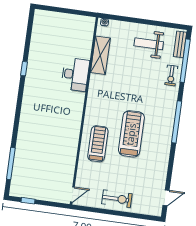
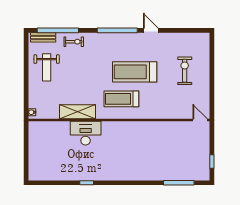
shelving: (100, 55) -> (77, 112), moved
treadmill: (98, 144) -> (121, 99), moved
door: (166, 198) -> (151, 30), moved
exercise bike: (117, 199) -> (185, 71), moved

